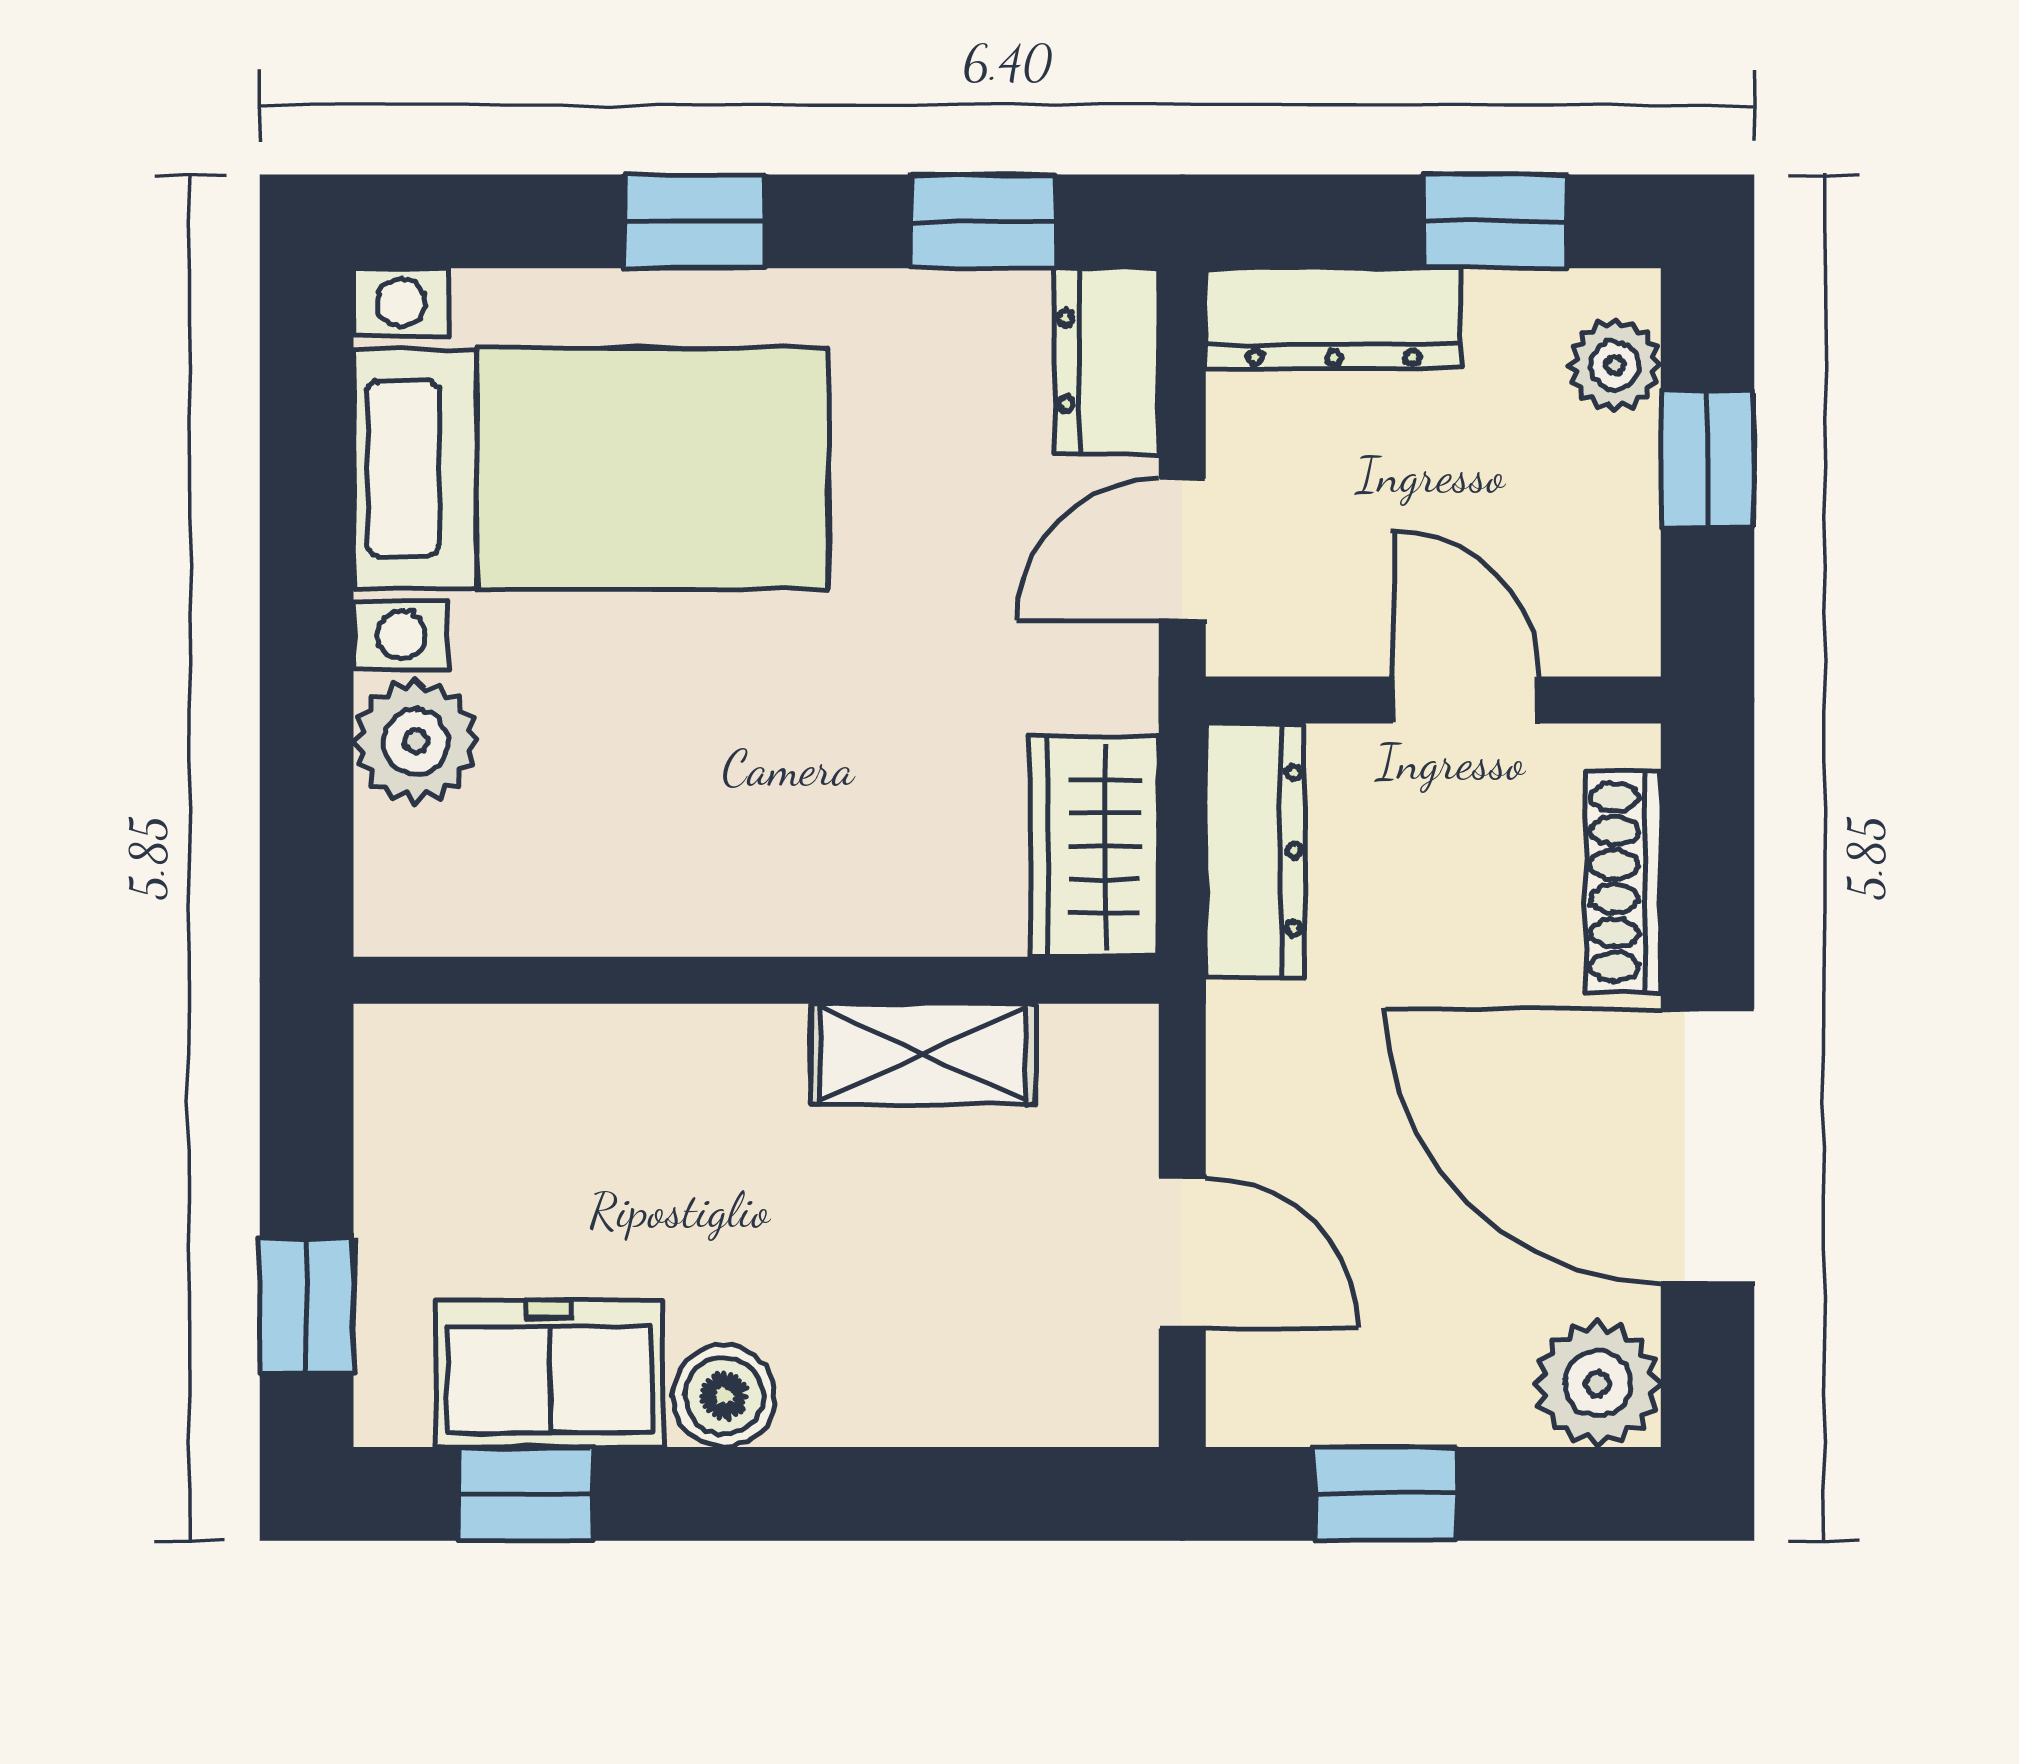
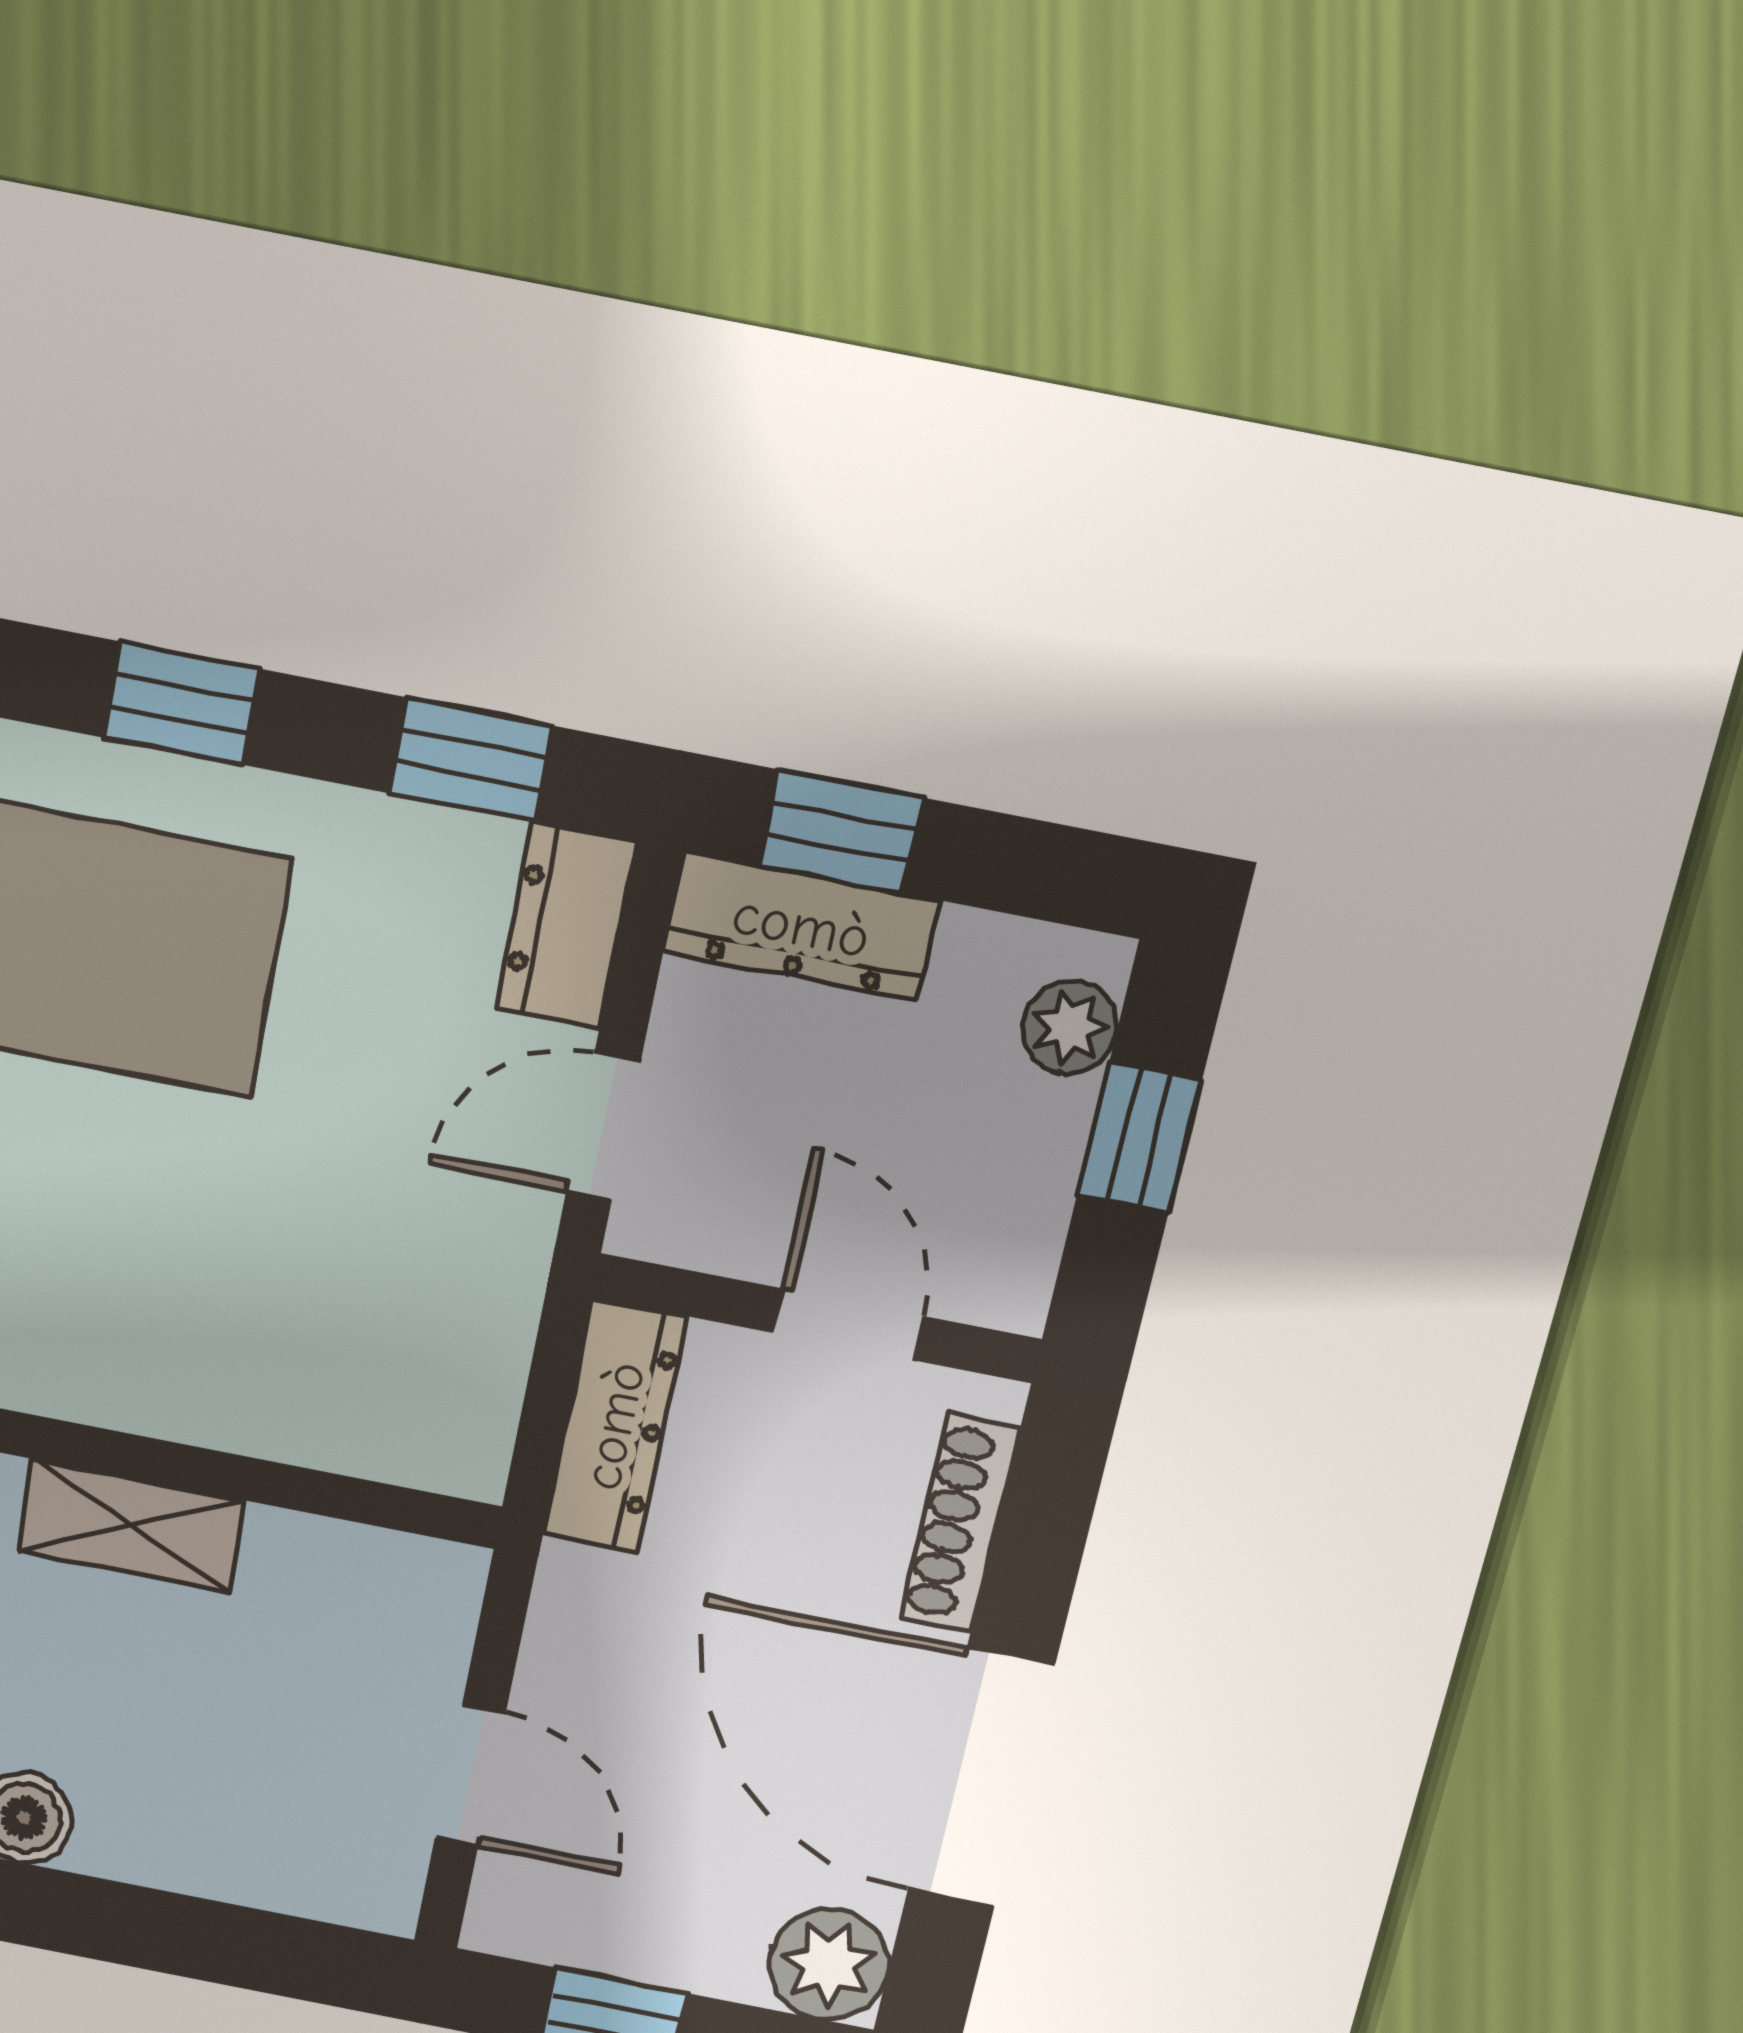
window: (1495, 221) -> (841, 832), moved
wardrobe: (1095, 846) -> (462, 1392), removed
shelving: (923, 1054) -> (131, 1526), moved

